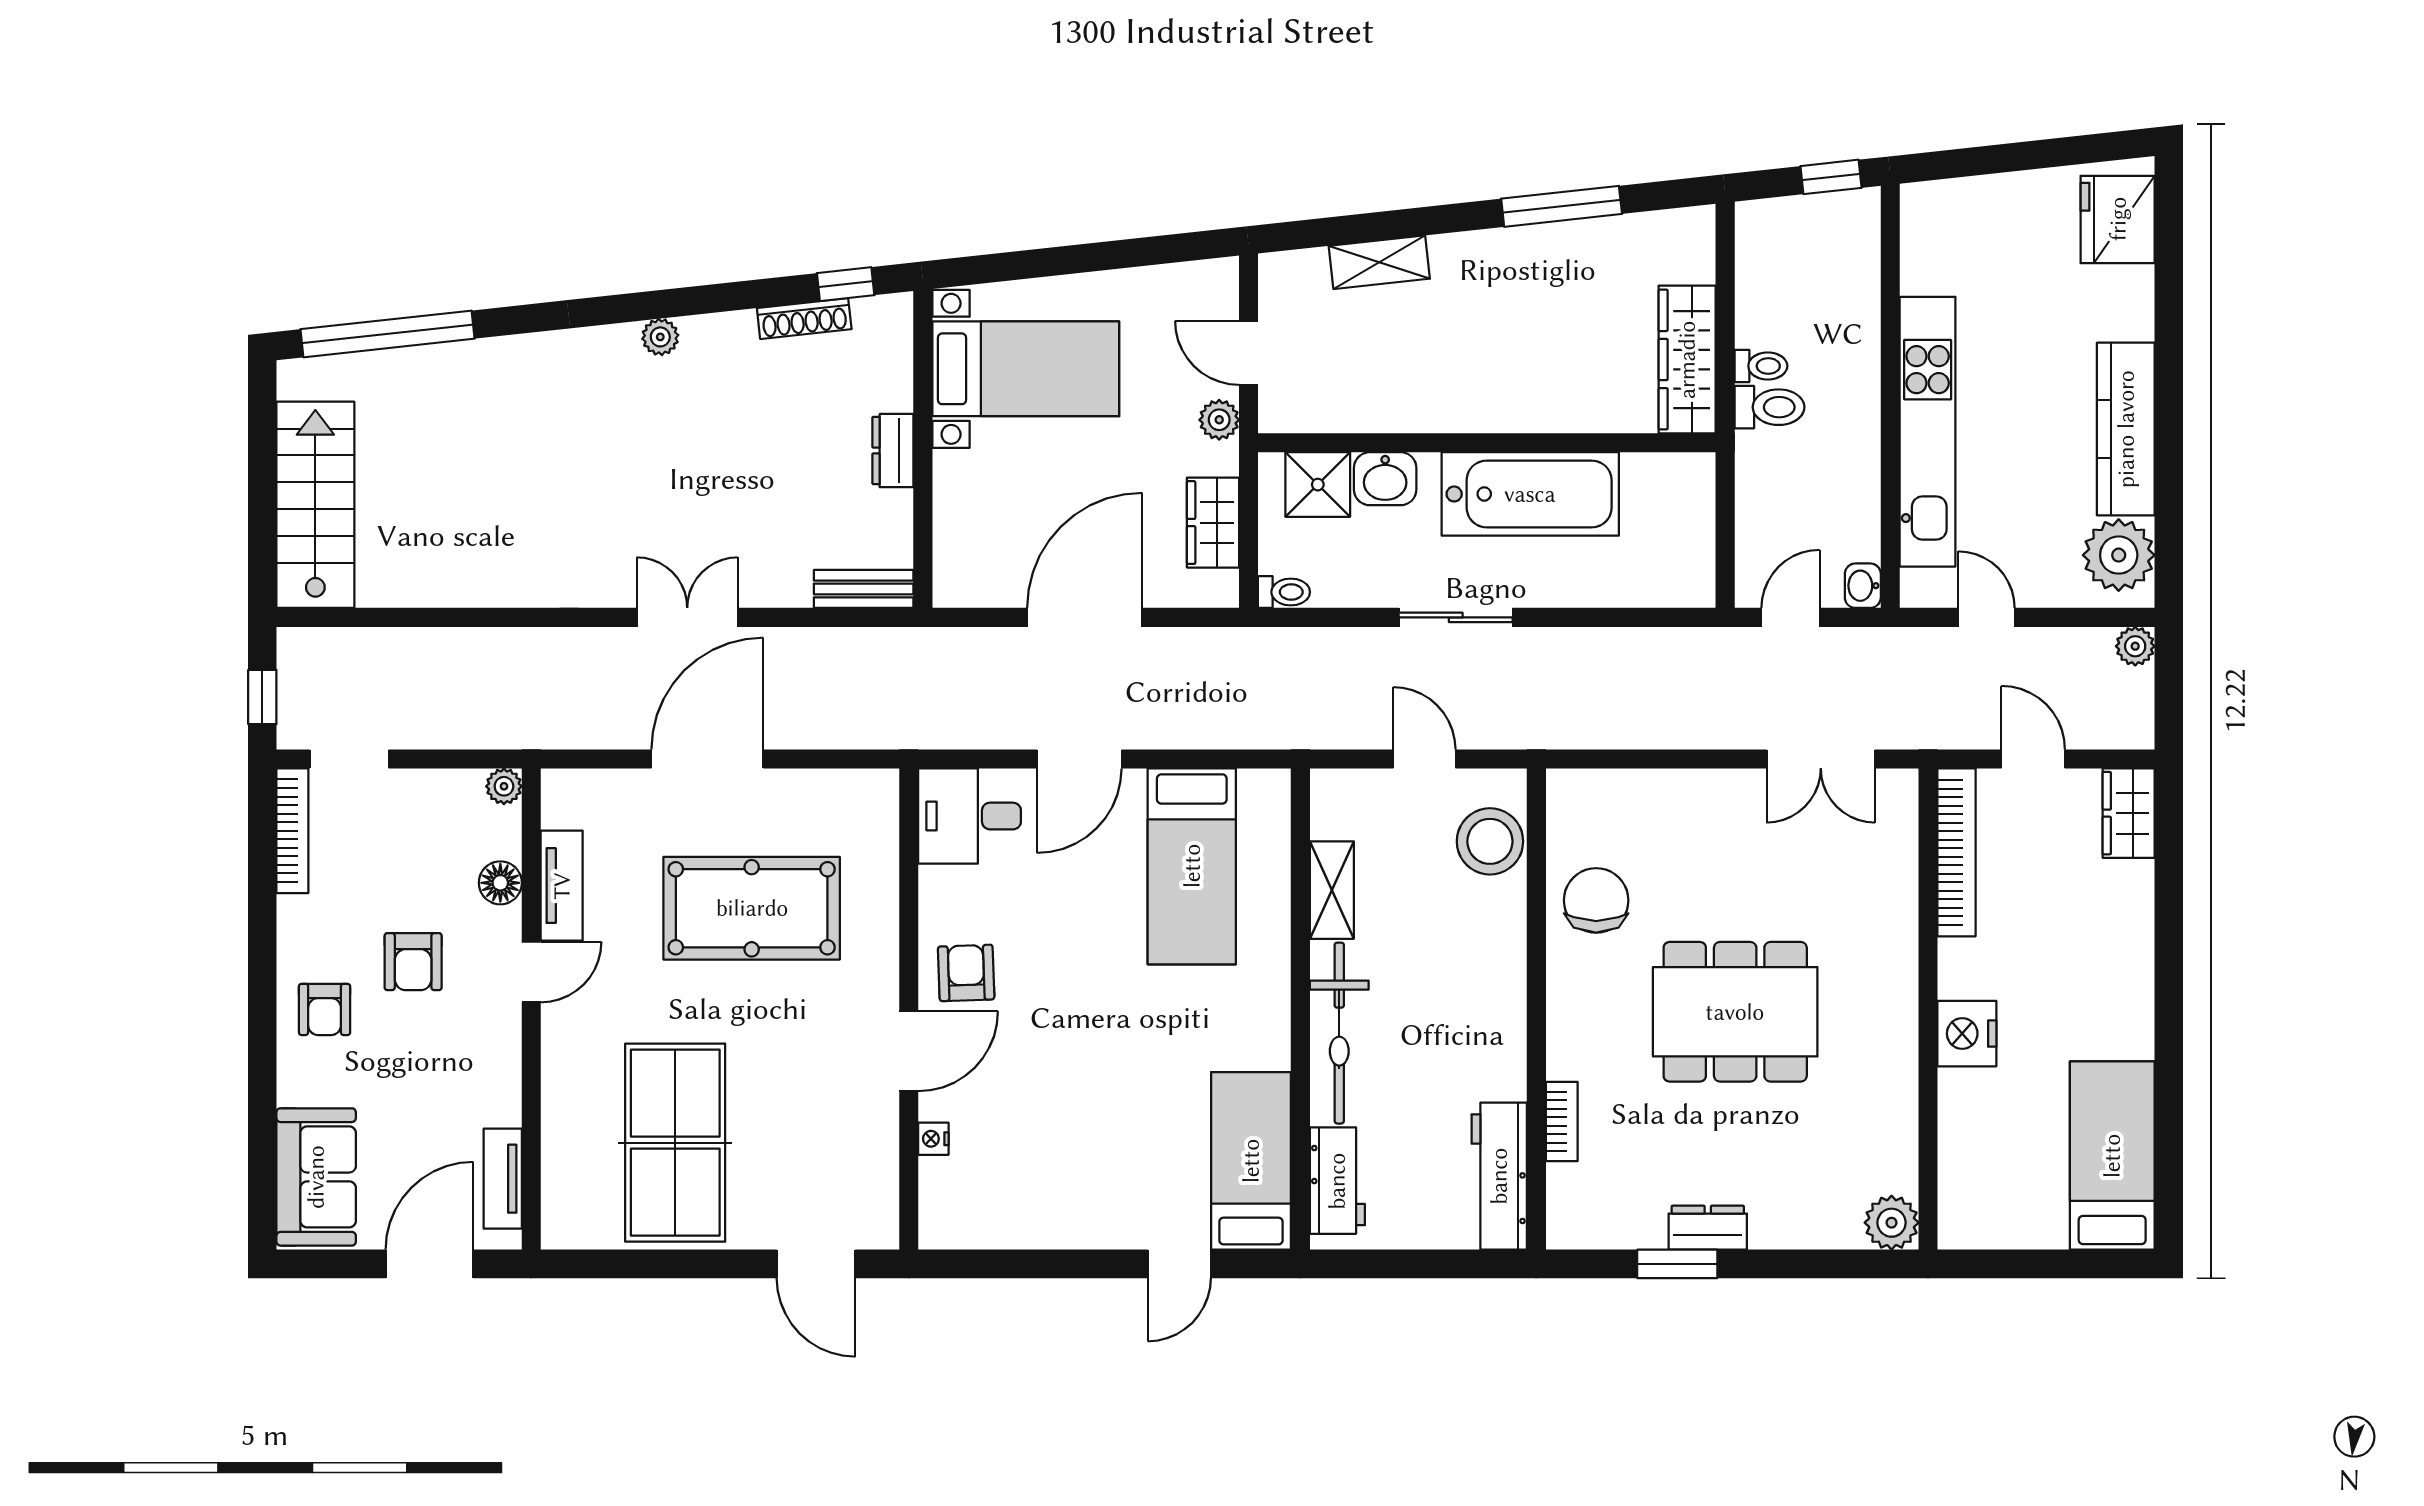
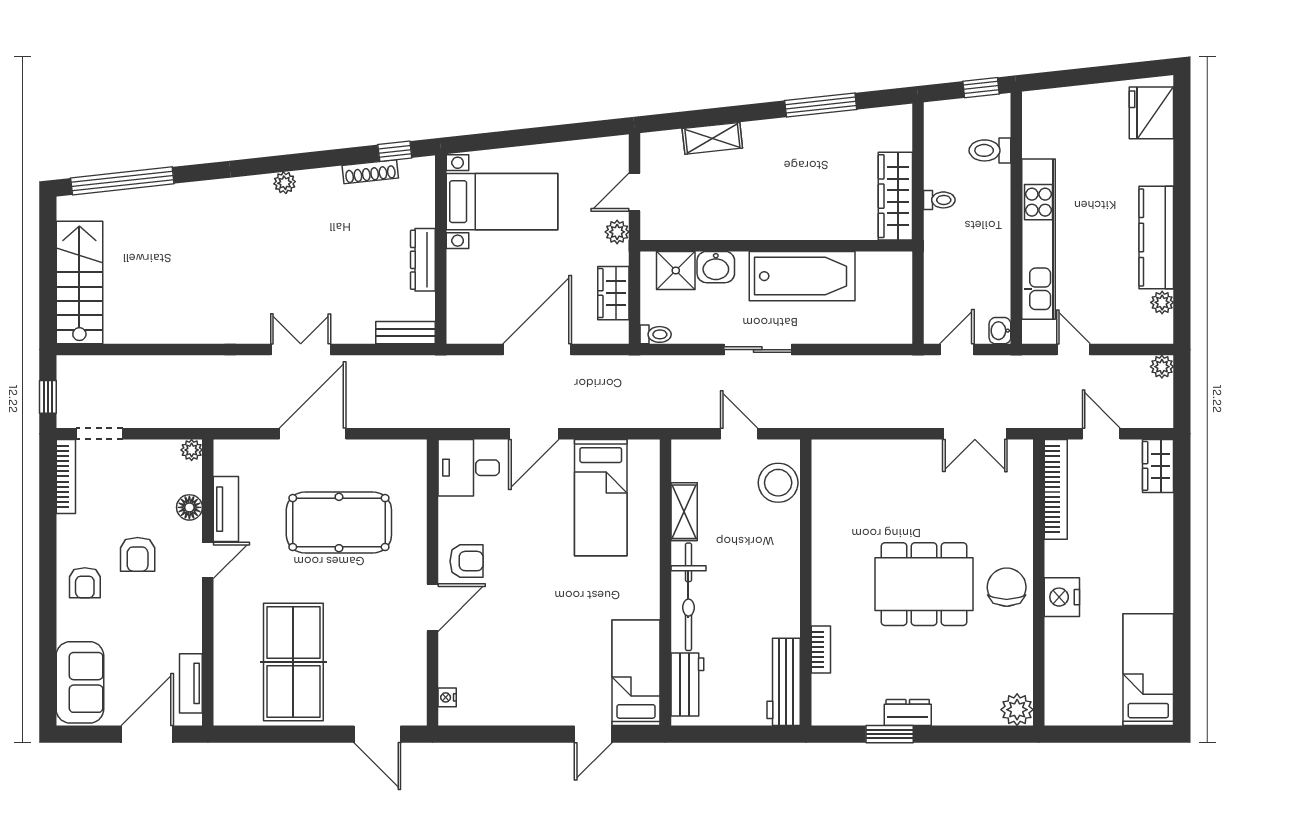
door: (1249, 353) -> (635, 192), hinge flipped
toilet: (1769, 407) -> (990, 150), moved, turned 180
dresser: (893, 451) -> (423, 260), width x1.44
plant: (2119, 555) -> (1162, 302), width x0.53, depth x0.53
chair: (1596, 900) -> (1007, 587), moved
armchair: (966, 973) -> (467, 561), turned 92
nightstand: (933, 1139) -> (447, 697), moved

